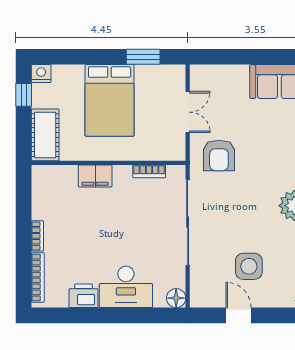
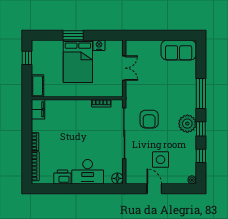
window: (143, 57) -> (73, 35), moved
nightstand: (41, 74) -> (99, 45), moved
cot: (45, 135) -> (38, 86), width x0.73, depth x0.75
armchair: (219, 155) -> (149, 119), moved
filing cabinet: (95, 176) -> (38, 109), moved, turned -90

